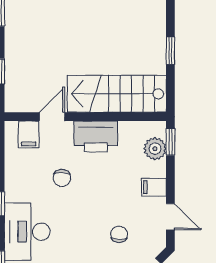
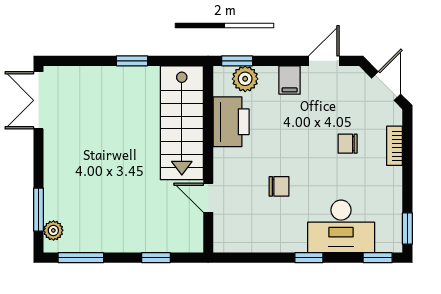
filing cabinet: (29, 135) -> (229, 225), removed
printer: (96, 136) -> (231, 122), moved
chair: (119, 234) -> (348, 144), moved

